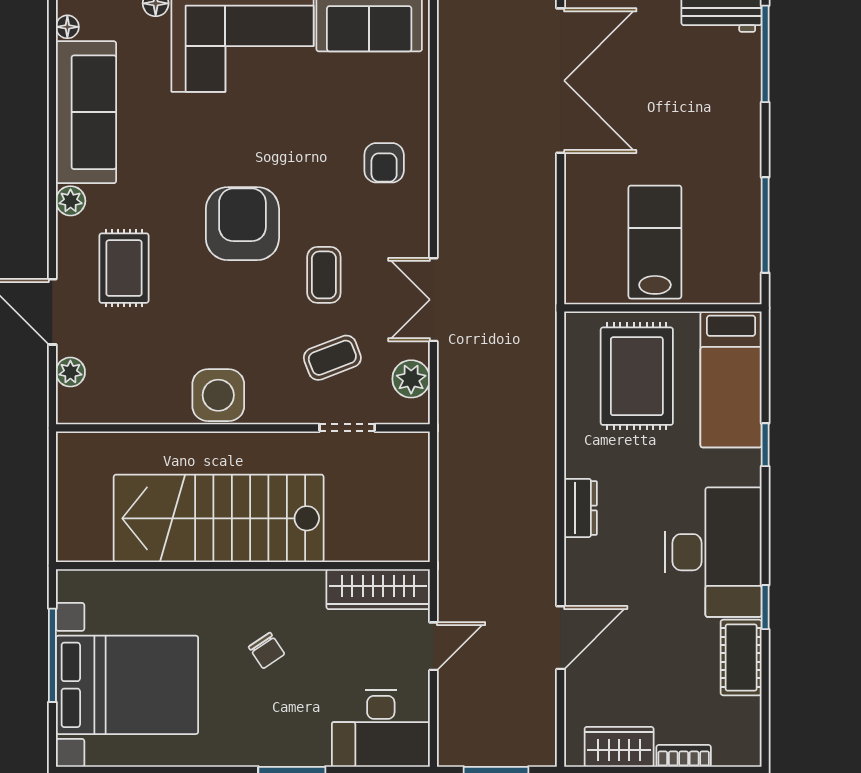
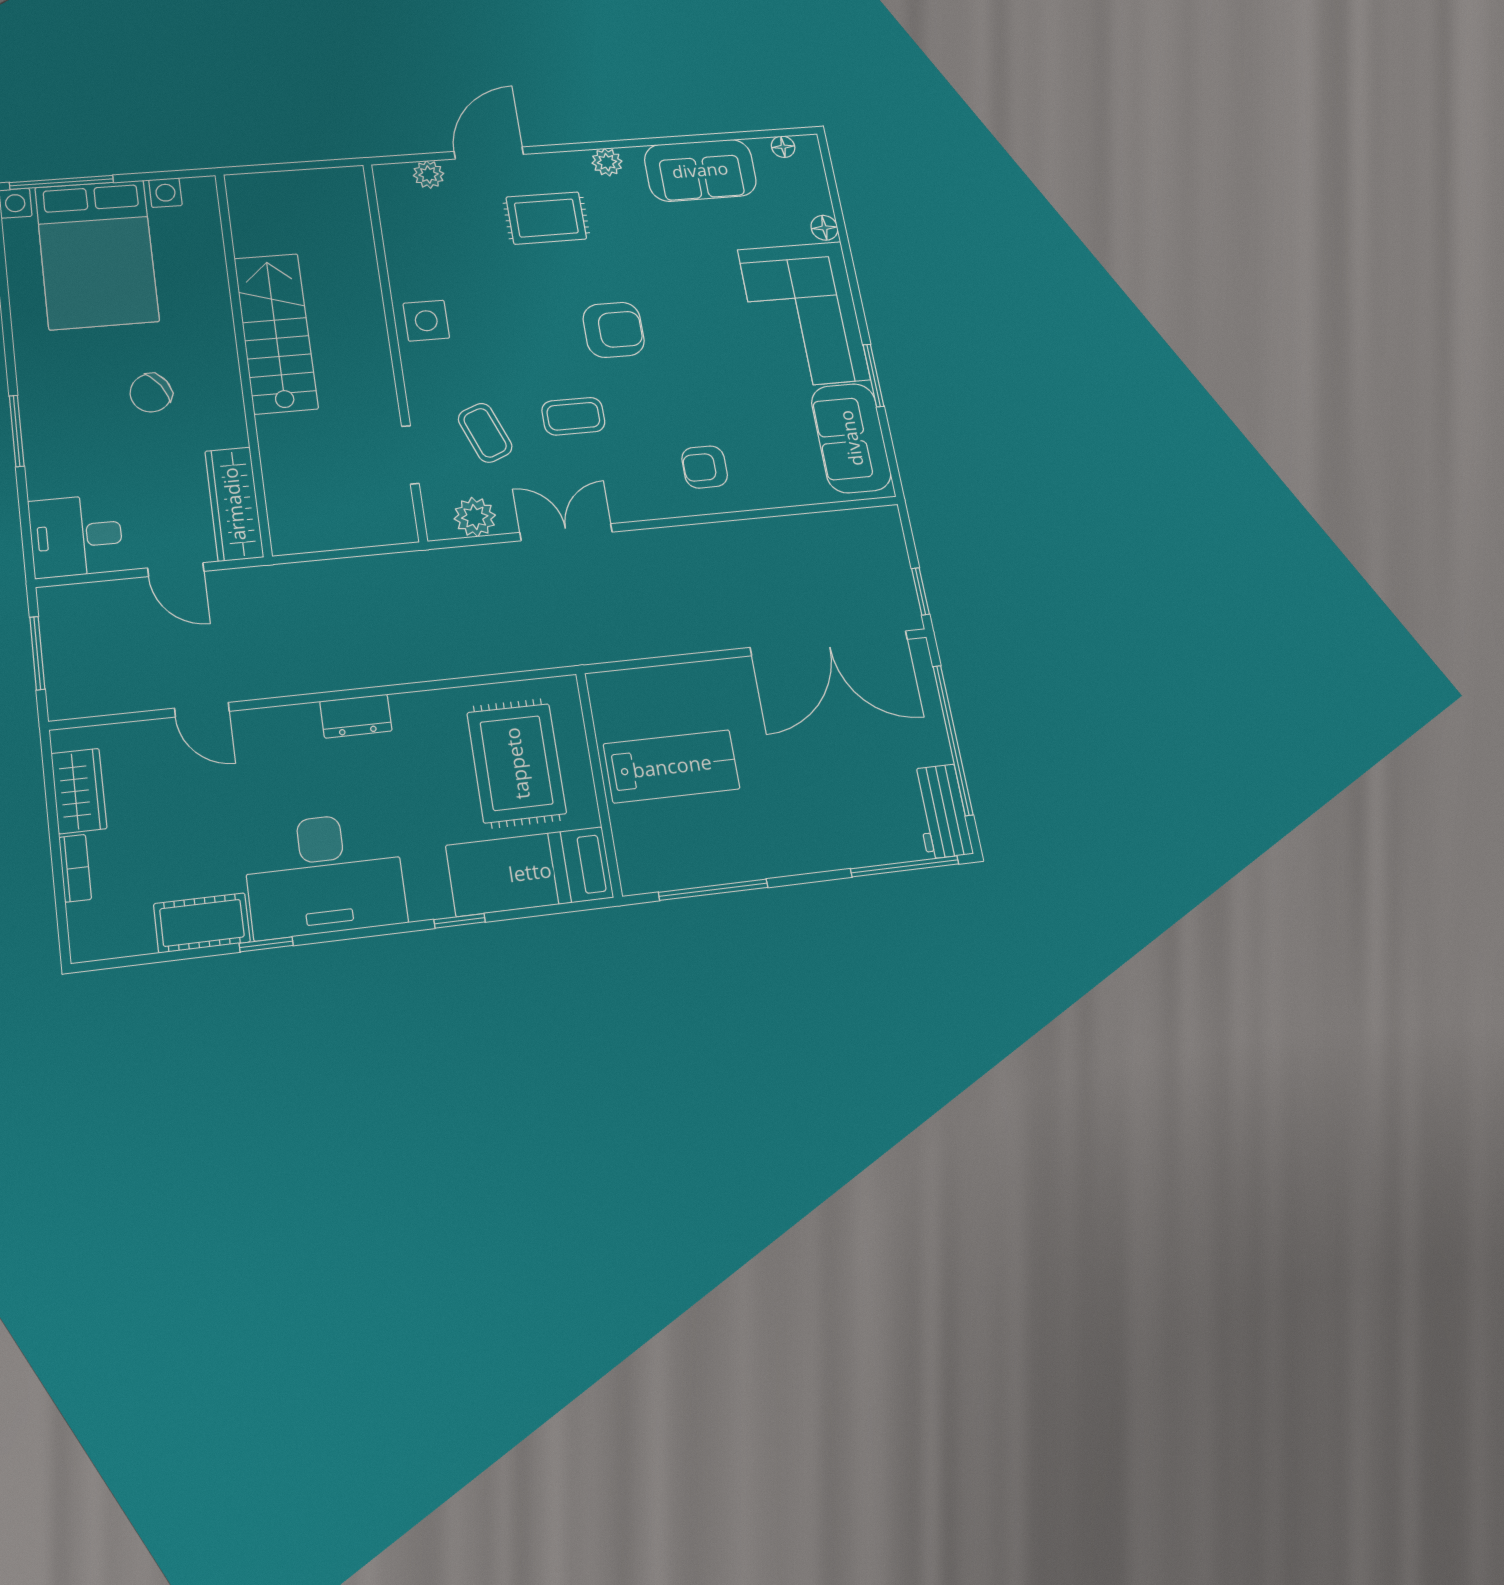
sofa: (86, 112) -> (700, 170), width x0.73
armchair: (242, 224) -> (614, 330), width x0.73, depth x0.73
rug: (637, 376) -> (517, 763), turned 90
side table: (218, 395) -> (426, 321), width x0.73, depth x0.73
stairs: (219, 518) -> (276, 333), width x0.73, depth x0.66
door: (560, 638) -> (202, 710), width x0.73
chair: (267, 651) -> (151, 393), width x1.37, depth x1.37
window: (52, 655) -> (61, 182), moved
desk: (381, 728) -> (76, 536), width x0.73

